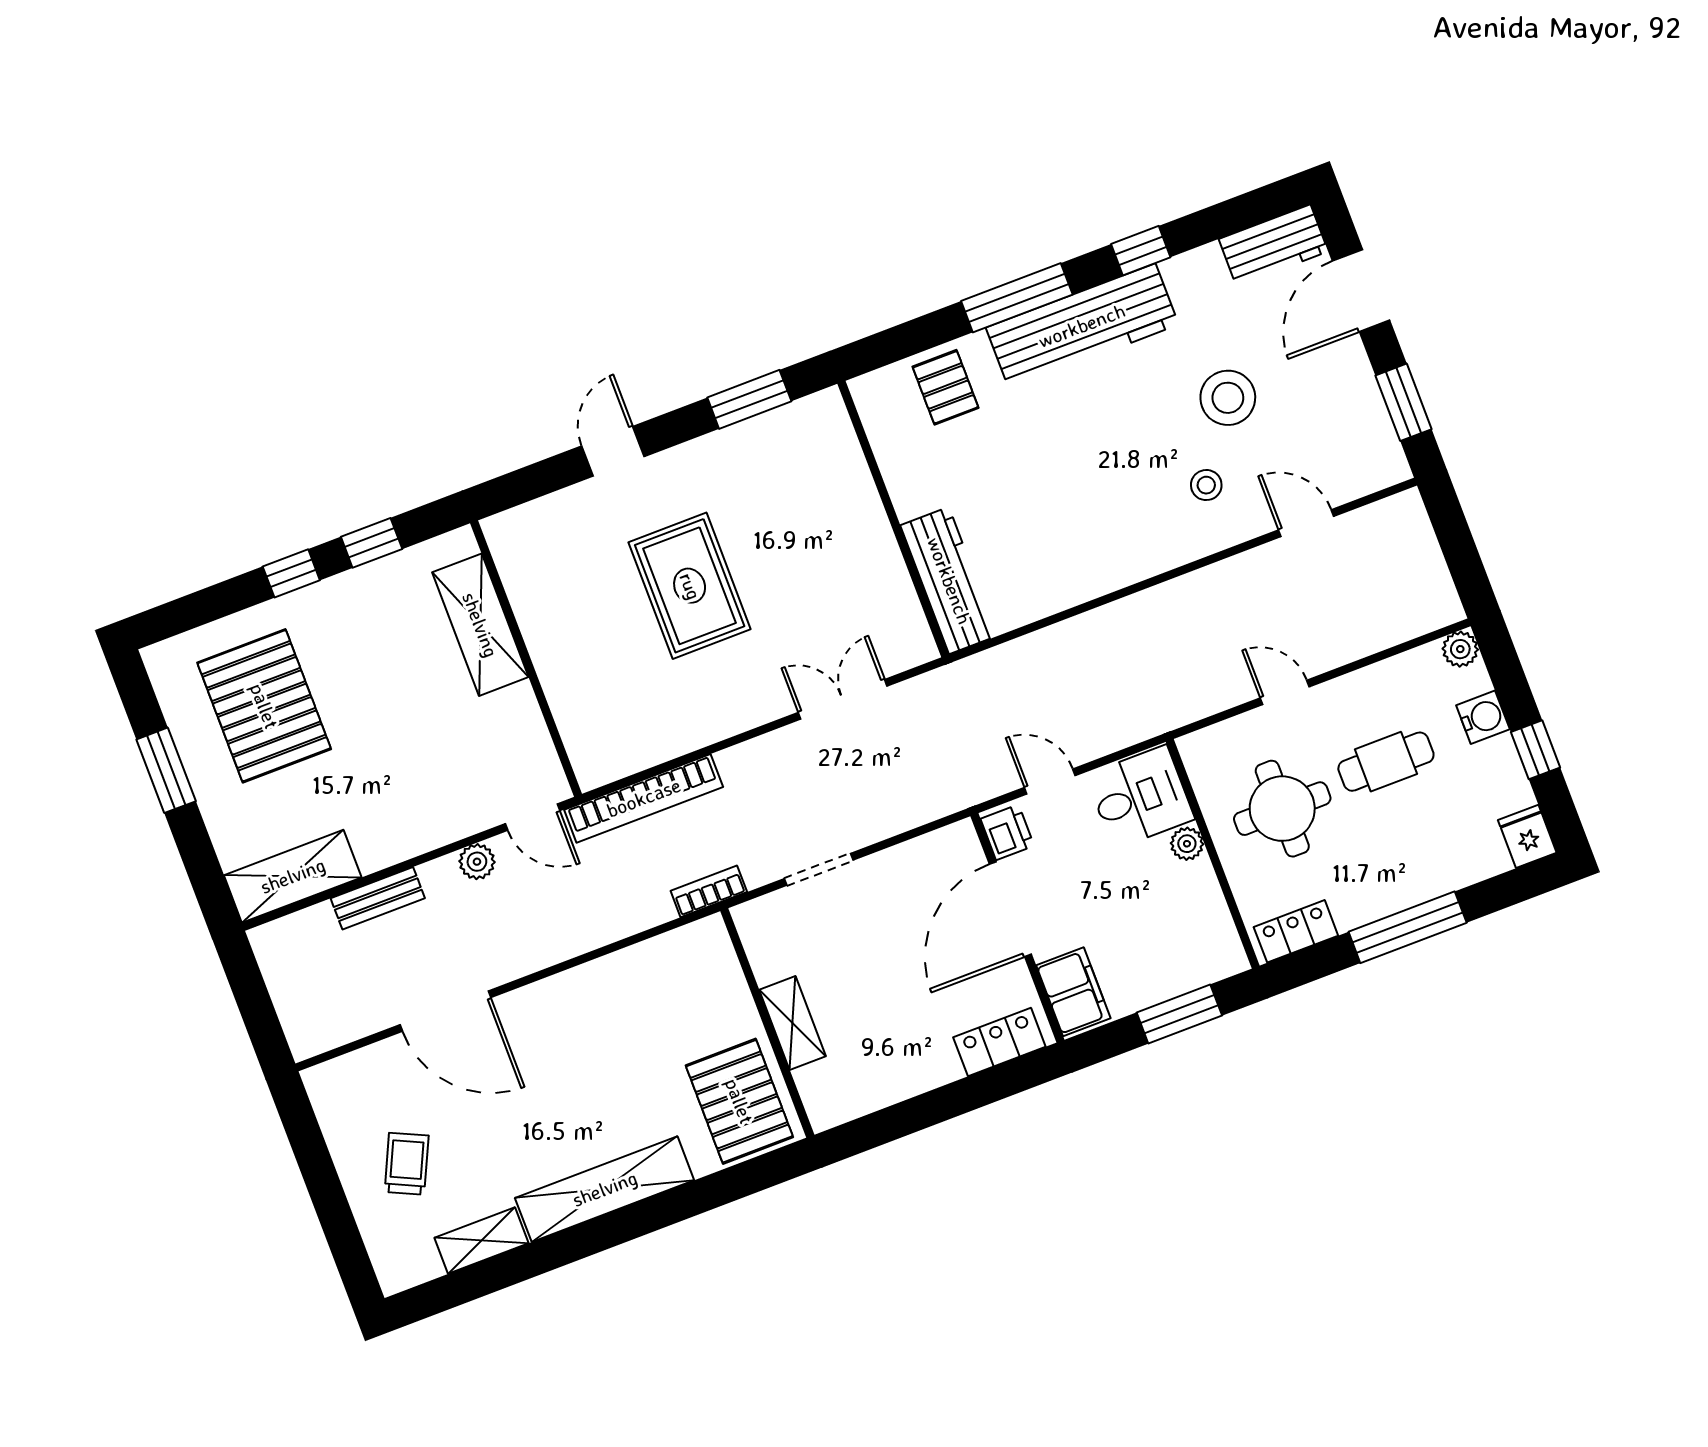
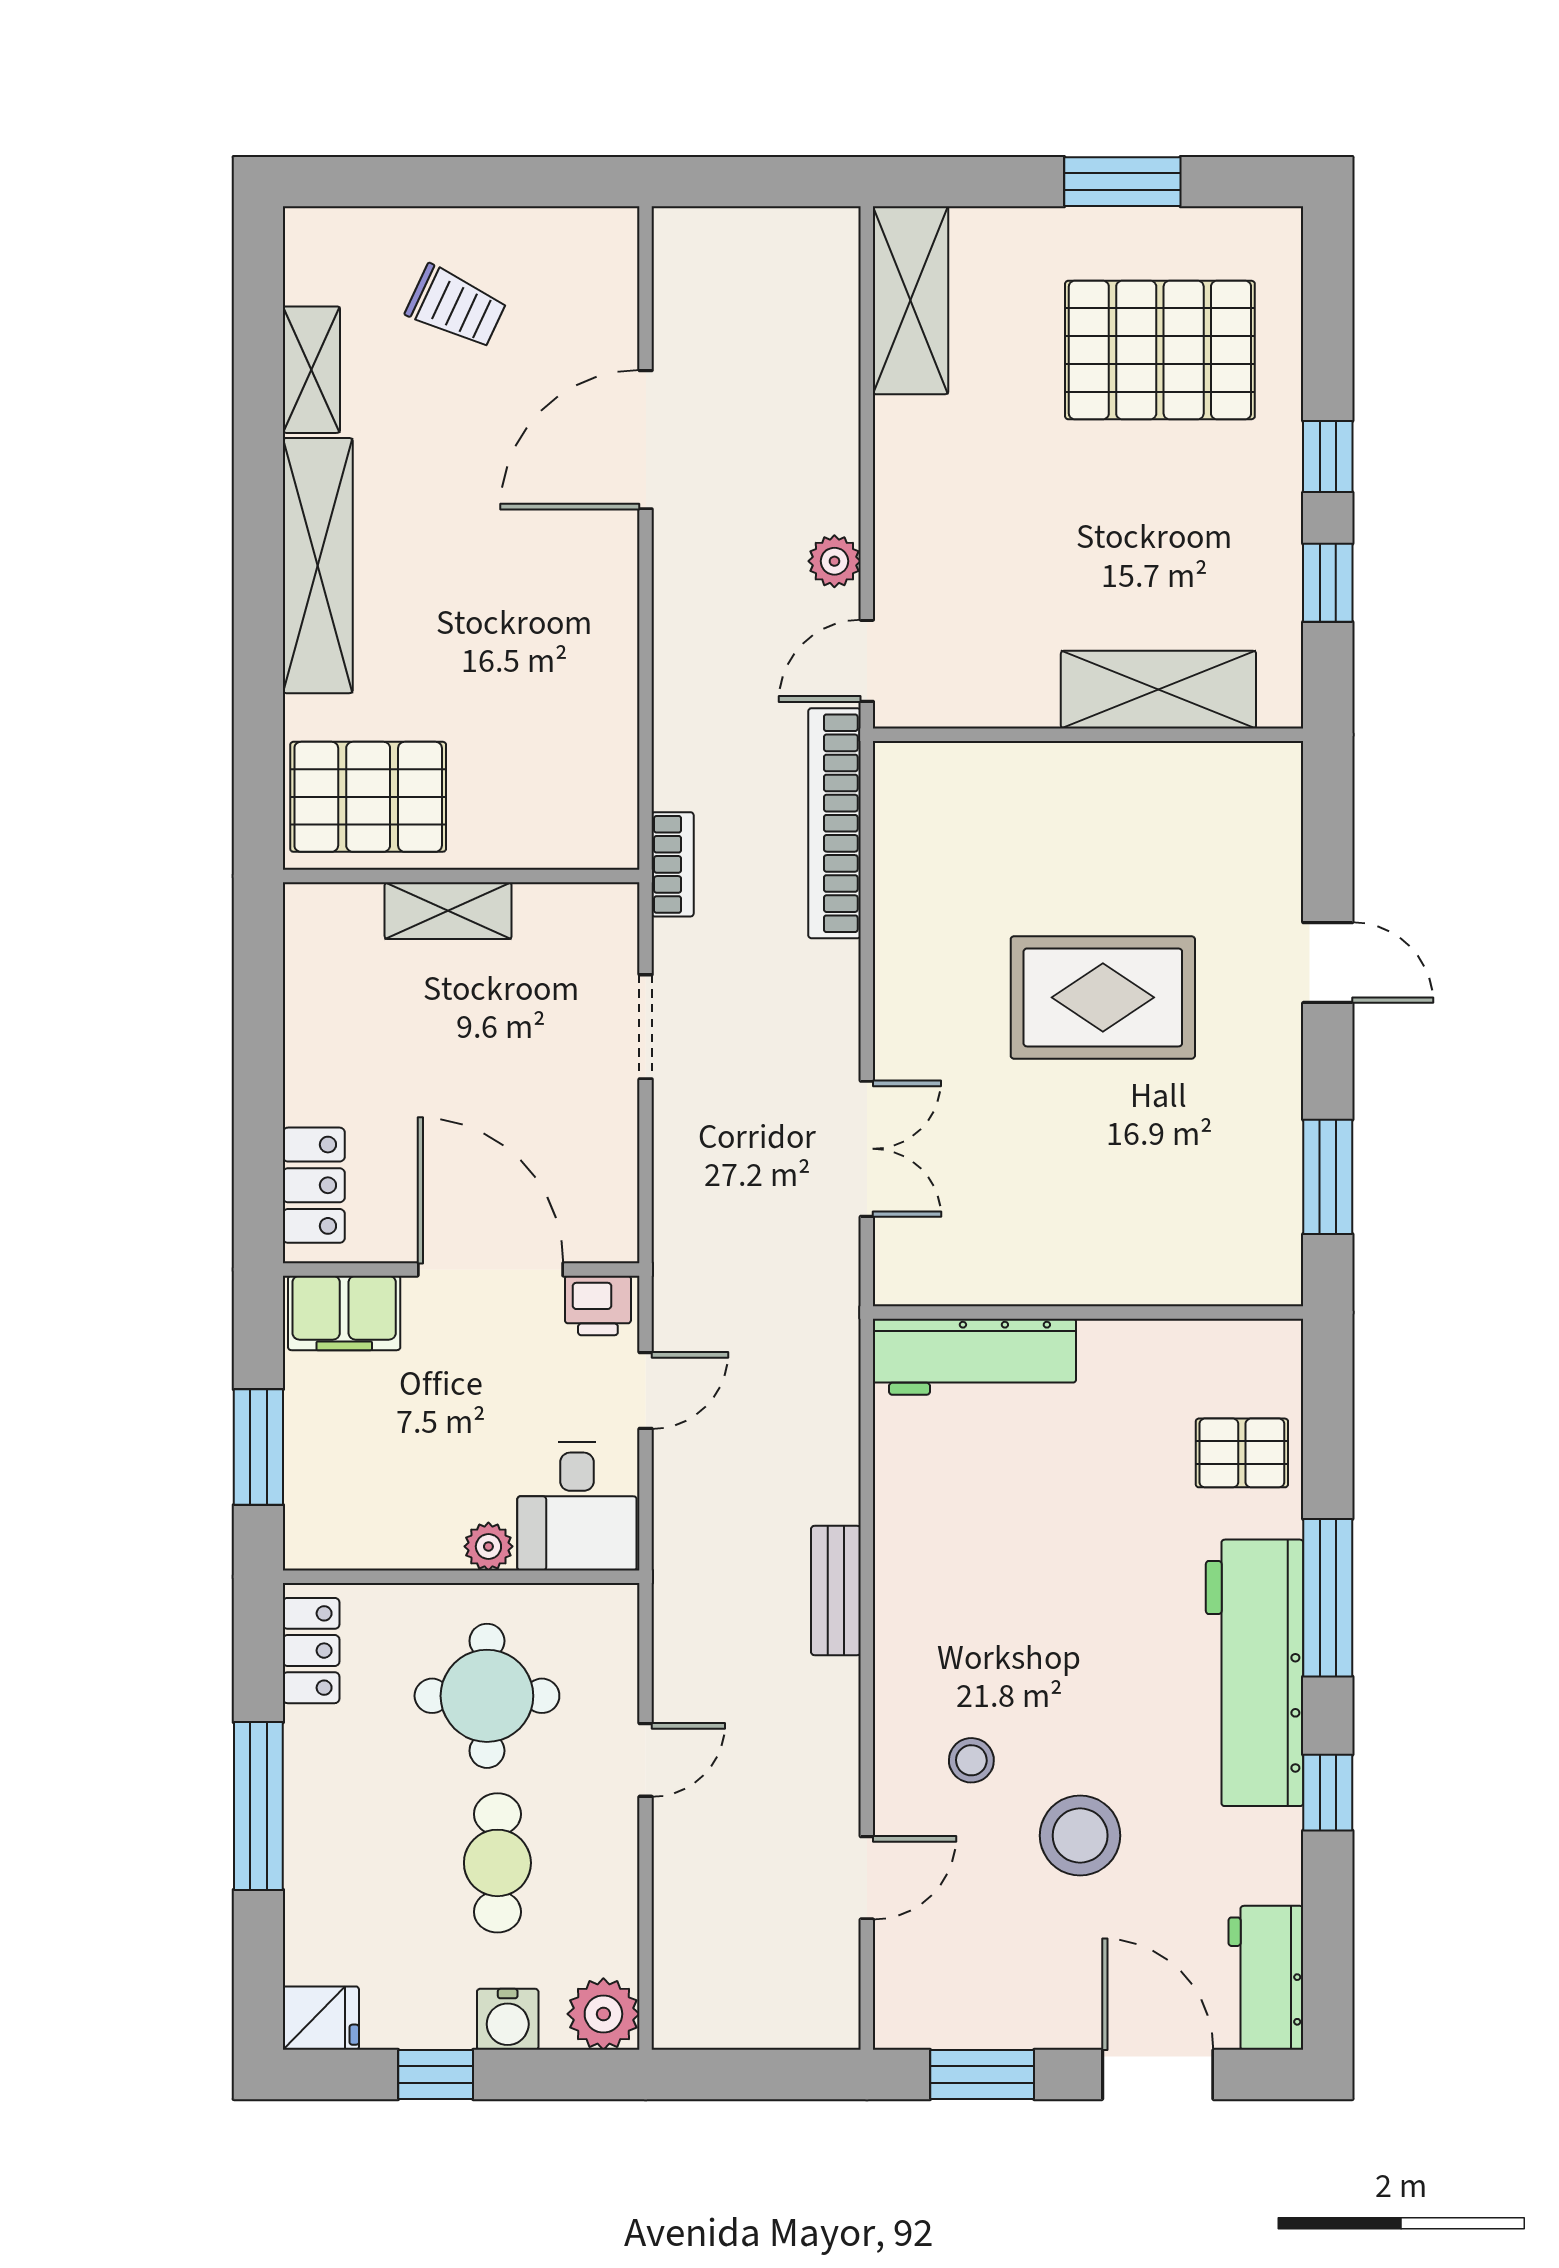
plant: (1460, 649) -> (603, 2014), width x1.38, depth x1.38
bench: (378, 898) -> (836, 1590), moved

